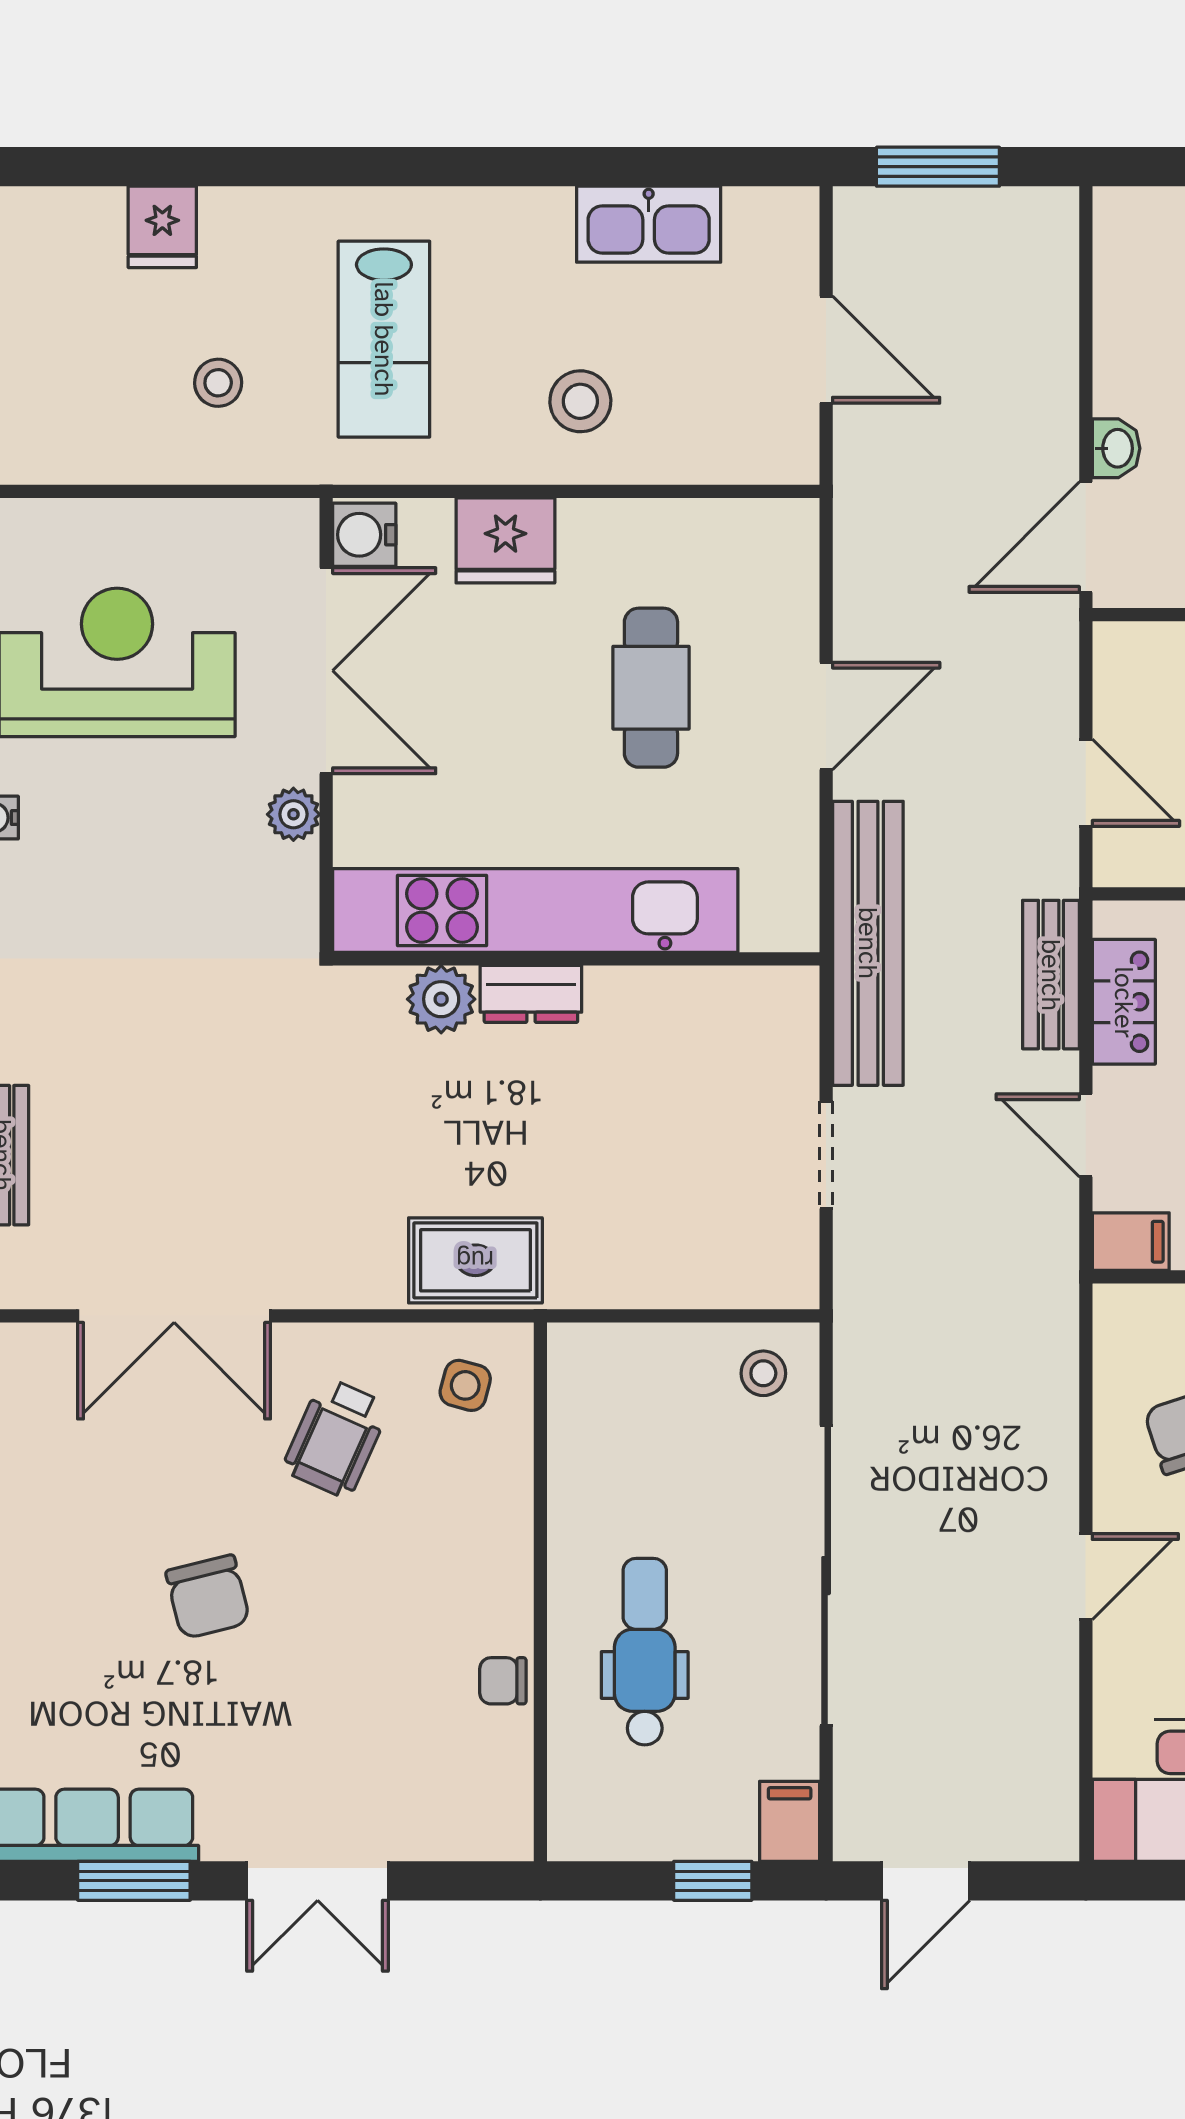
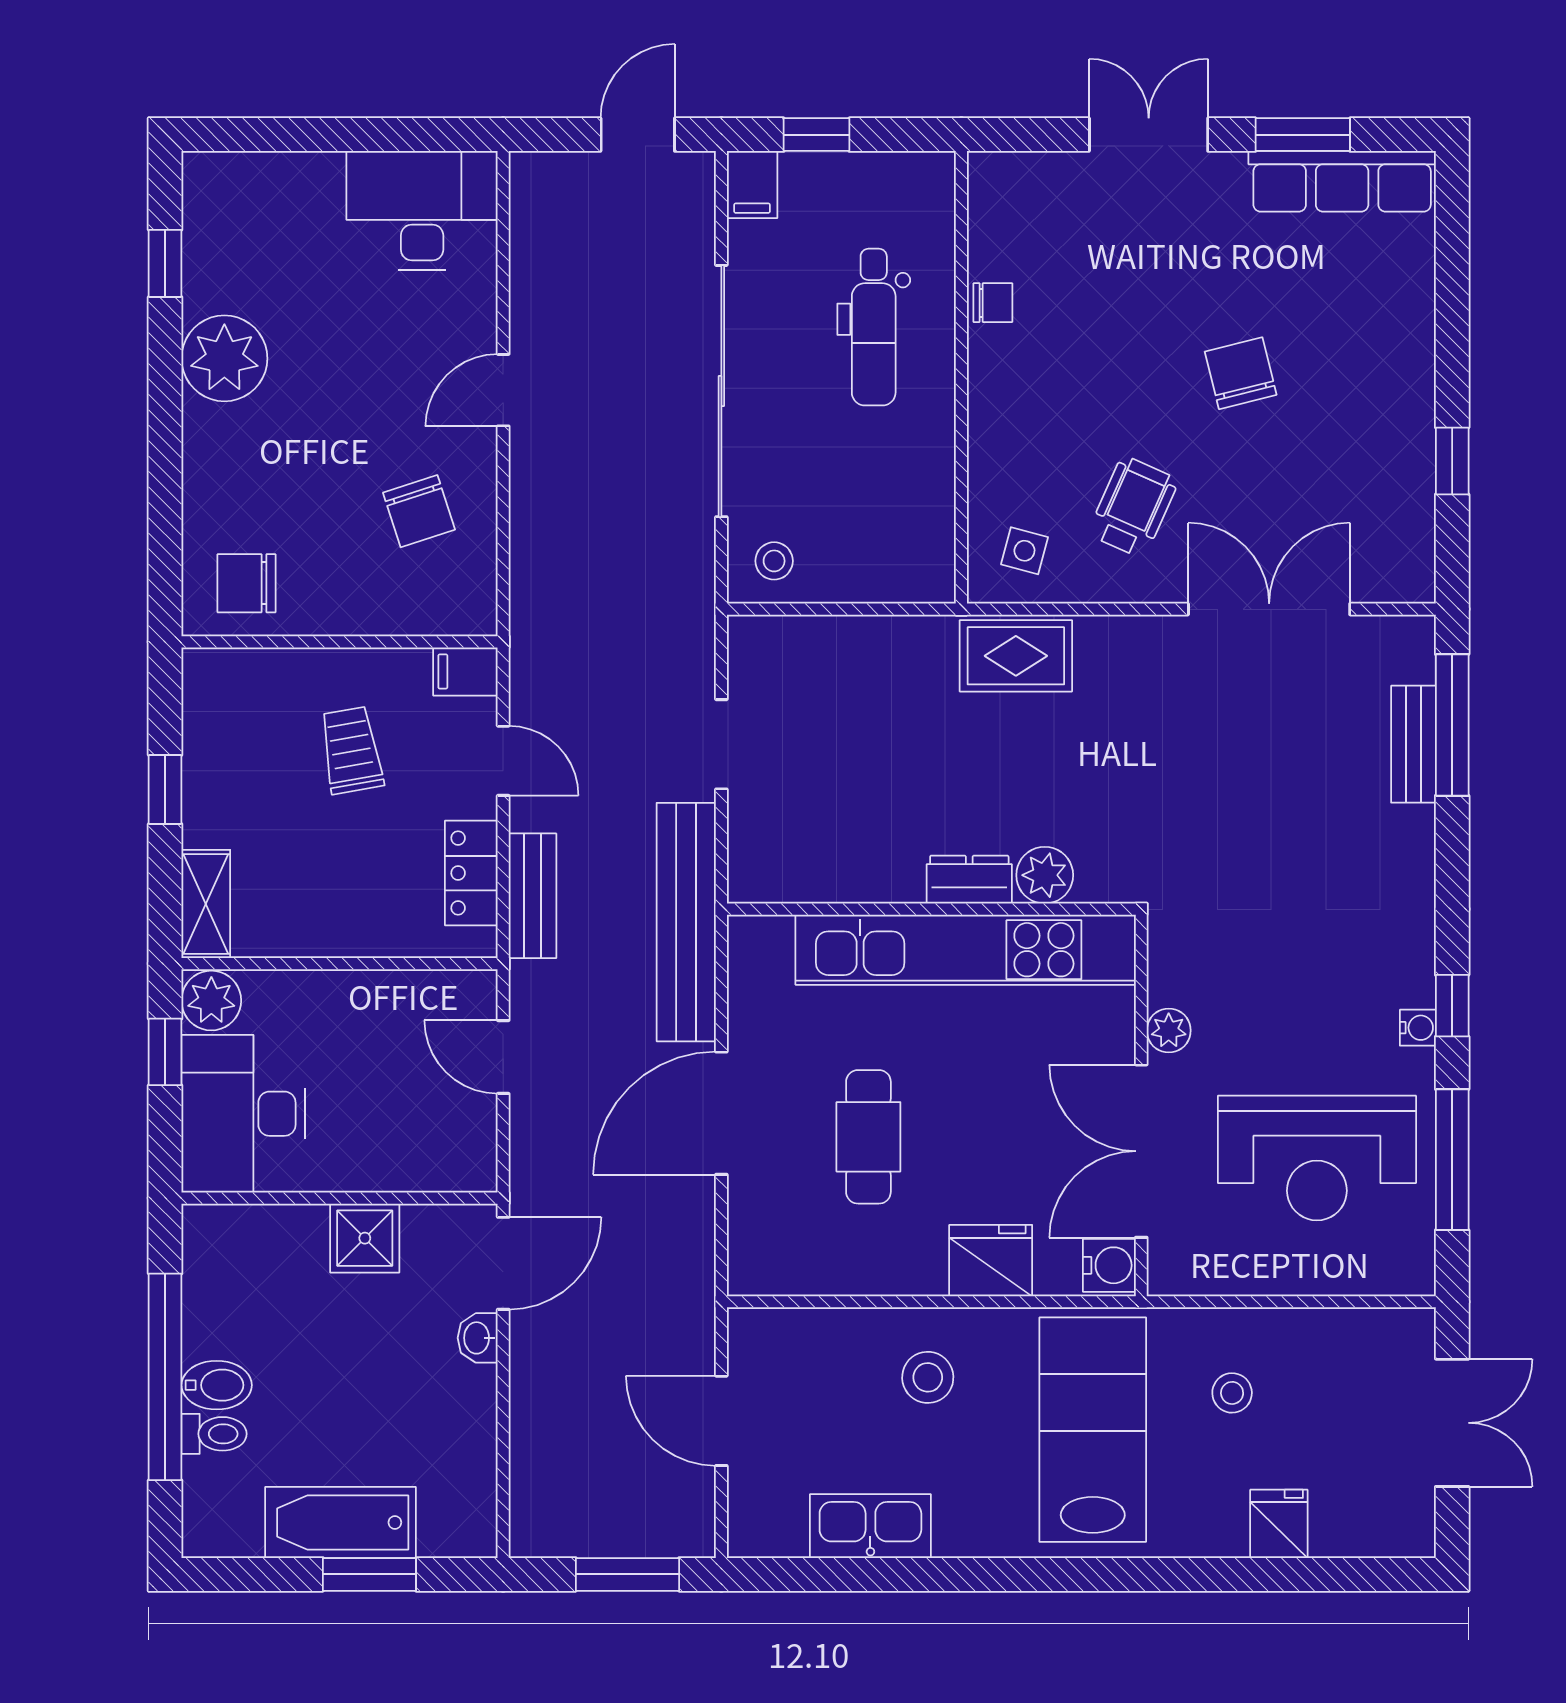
lab bench: (384, 339) -> (1093, 1430), width x1.36, depth x1.39
door: (826, 716) -> (721, 1113), width x1.36

